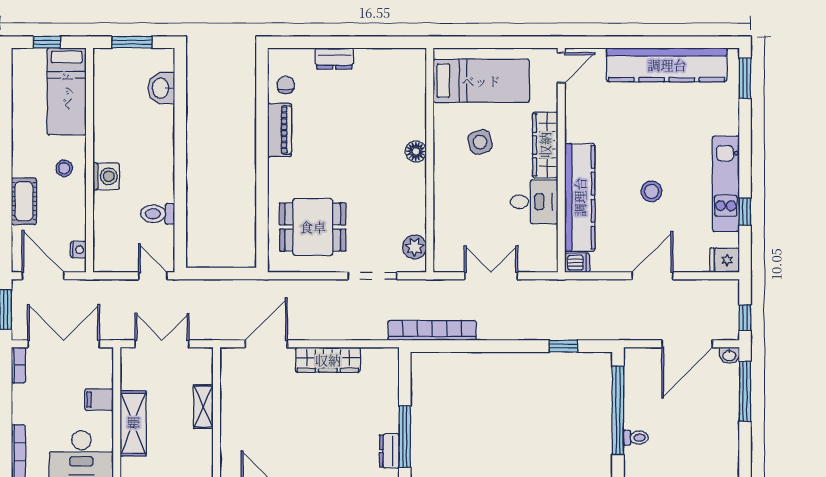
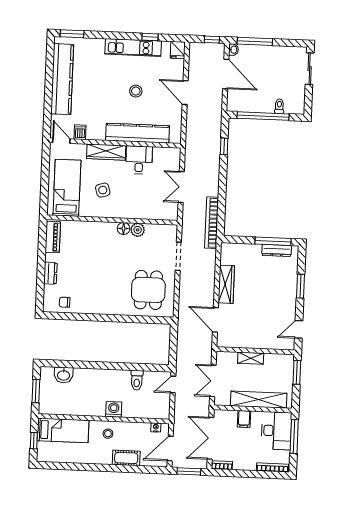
piano: (280, 130) -> (53, 237), moved, turned 90
floor lamp: (416, 151) -> (124, 229), moved
plant: (414, 247) -> (138, 230), moved
dishwasher: (577, 263) -> (80, 132), moved
shelving: (133, 423) -> (259, 400), width x1.47
dresser: (389, 451) -> (277, 250), width x1.44

